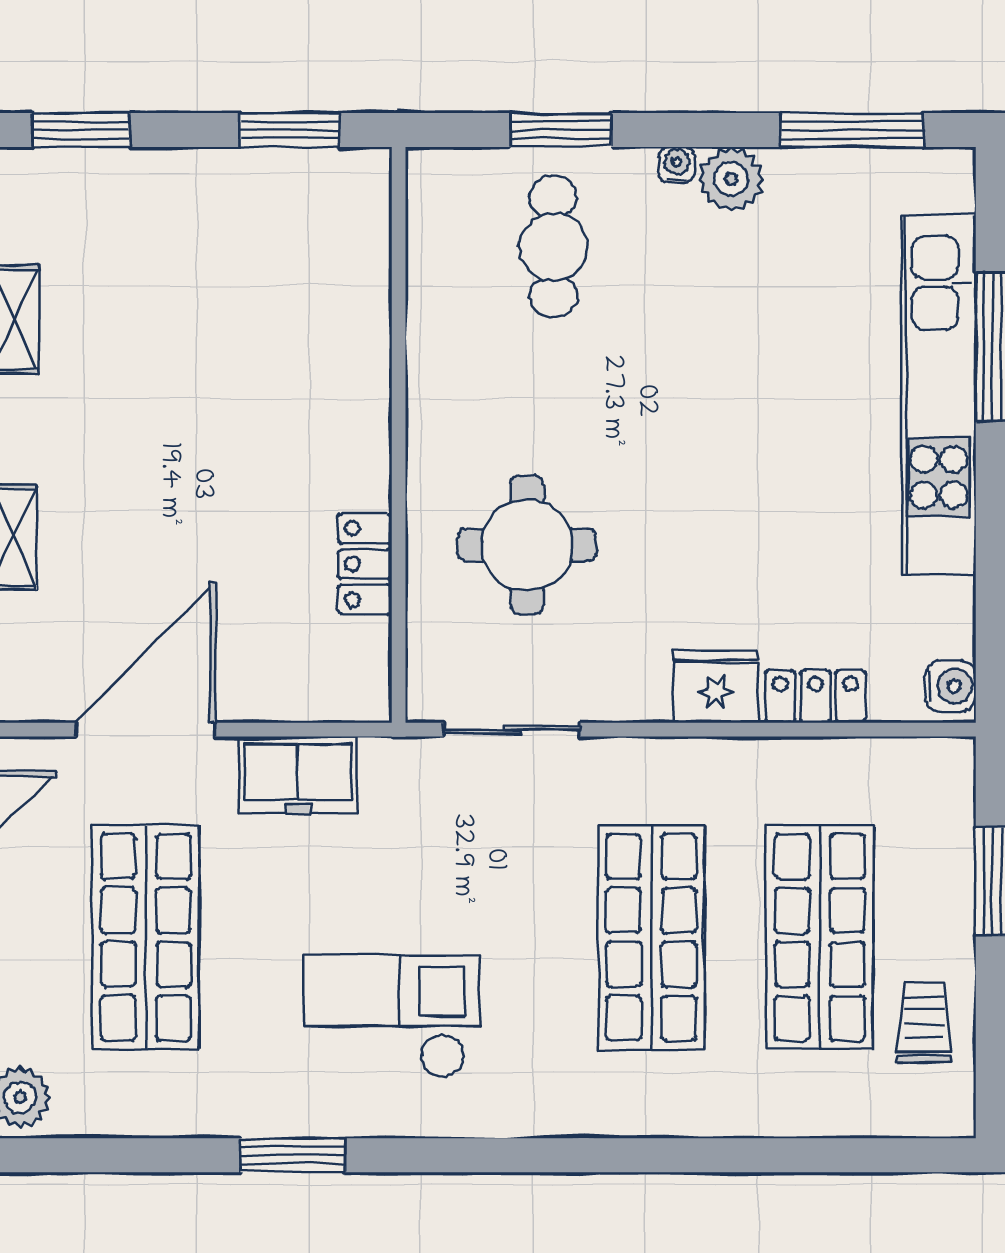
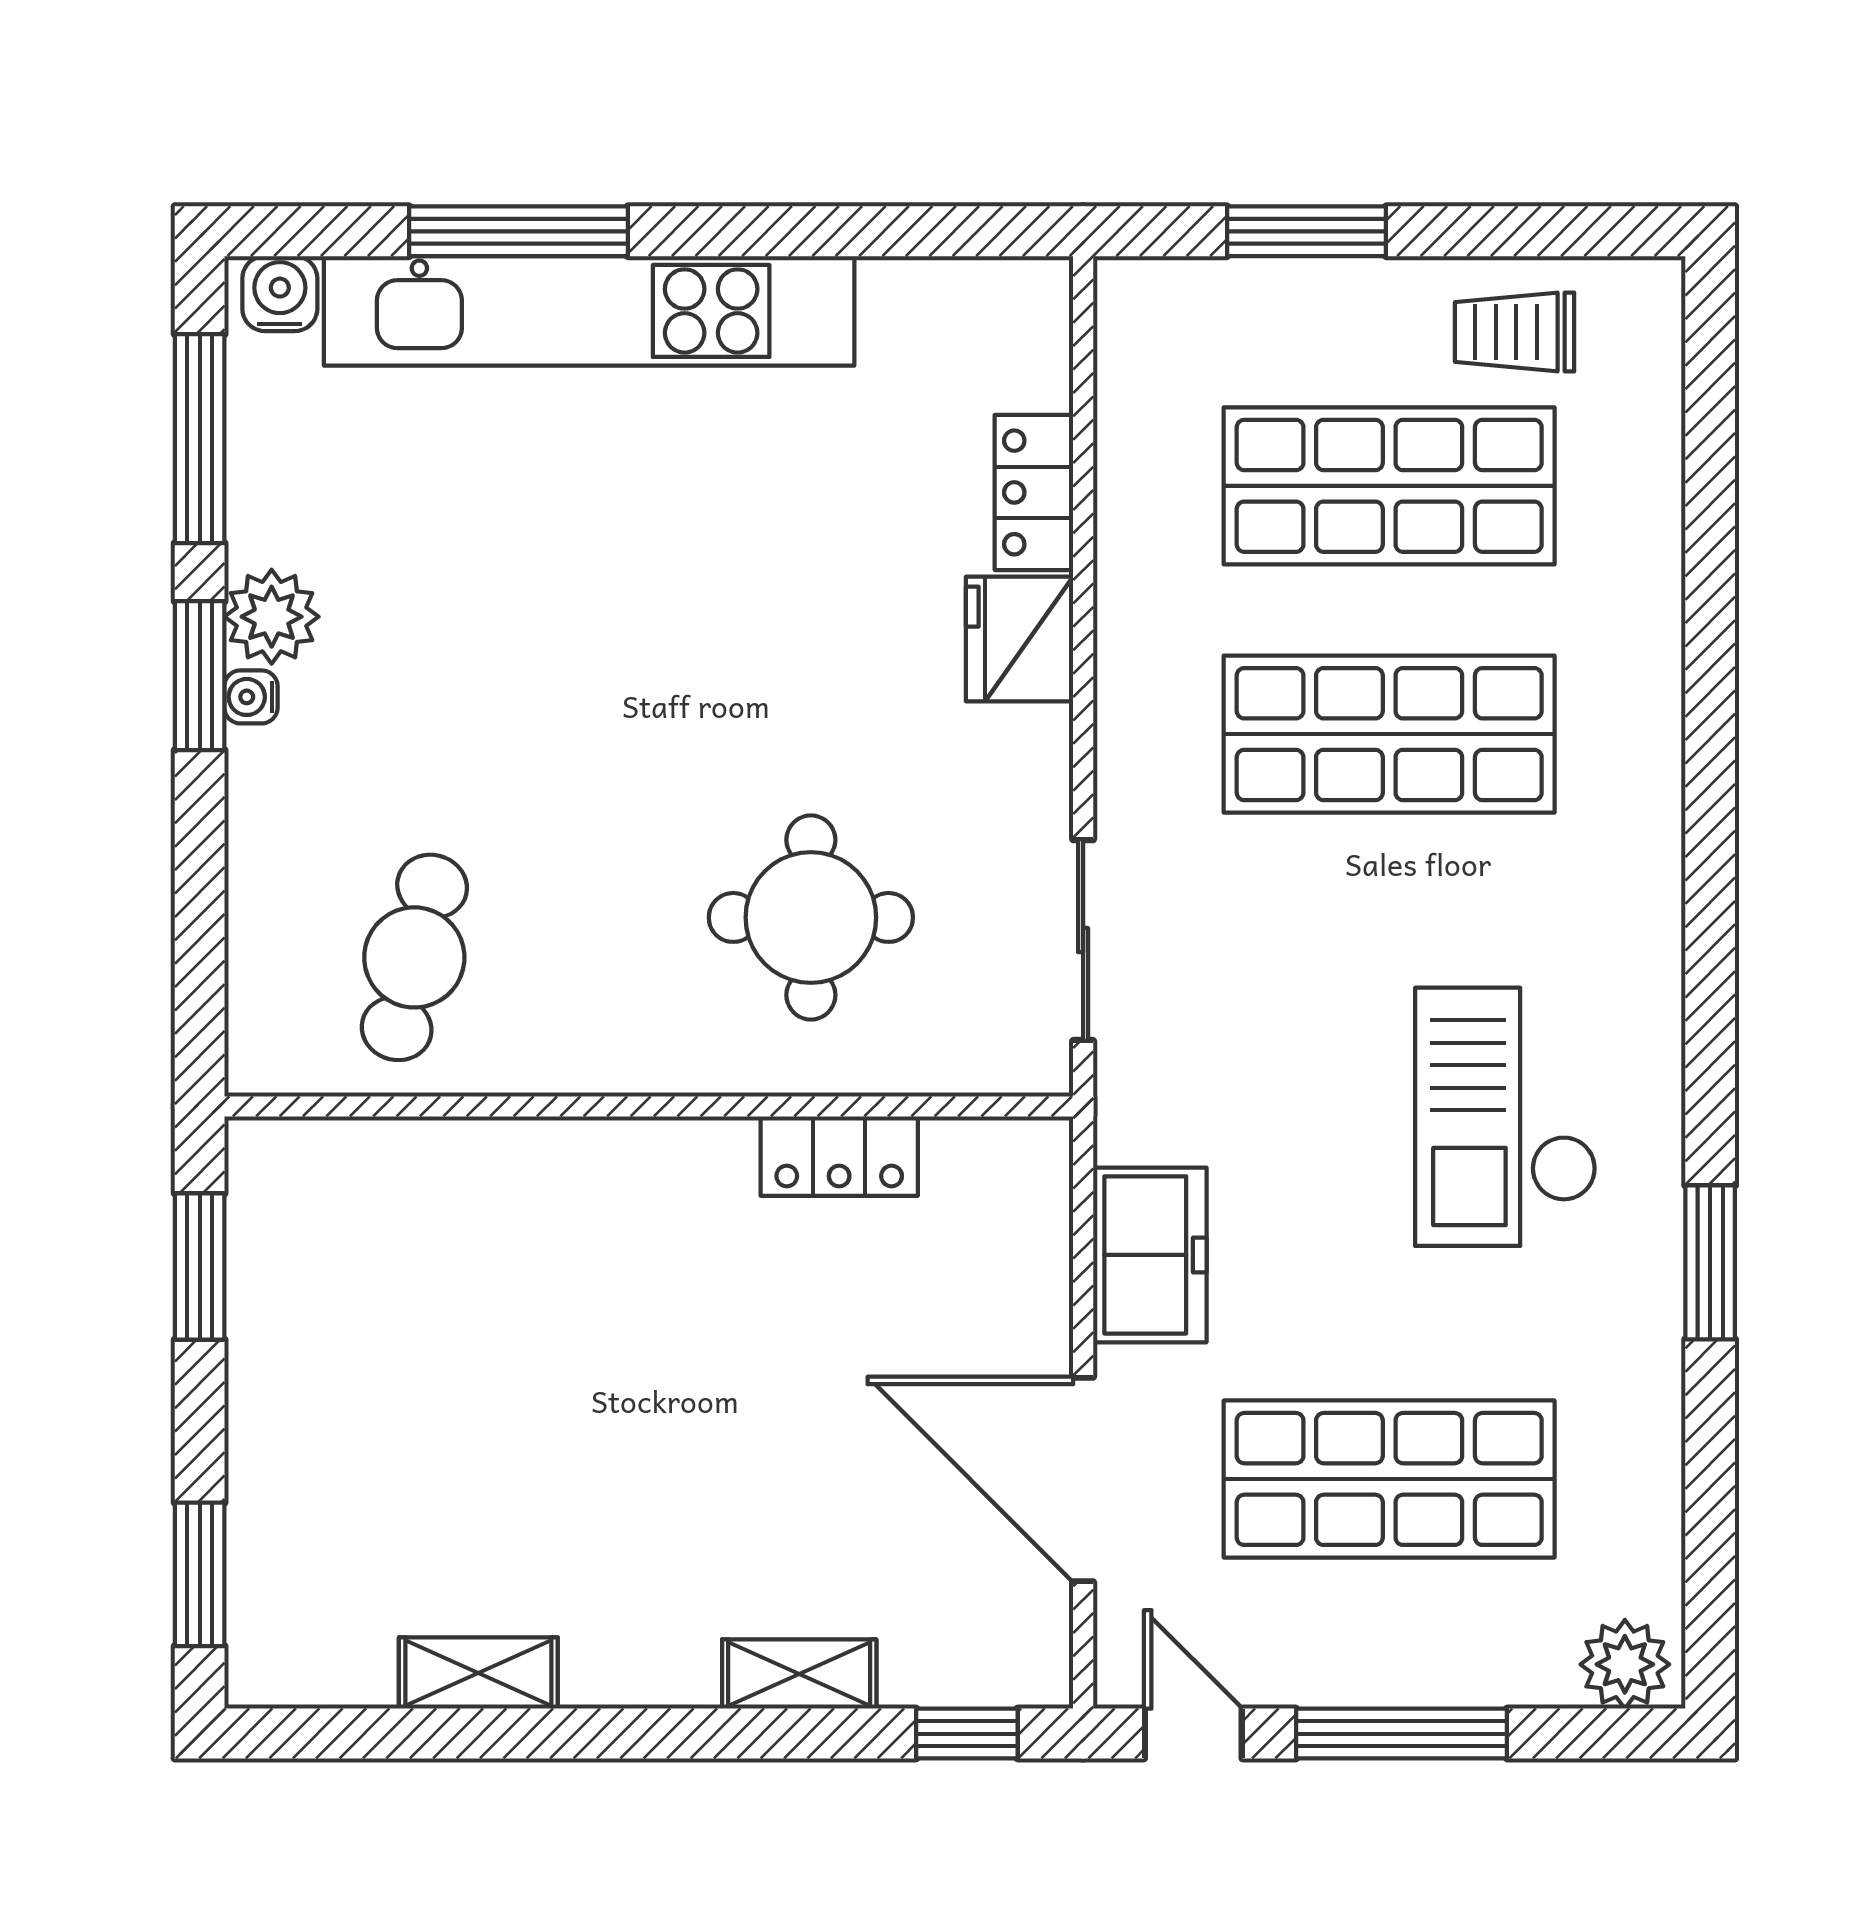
window: (561, 130) -> (200, 676), moved
cafe table: (553, 247) -> (414, 957), moved, turned -76
water cooler: (950, 686) -> (280, 294), moved

